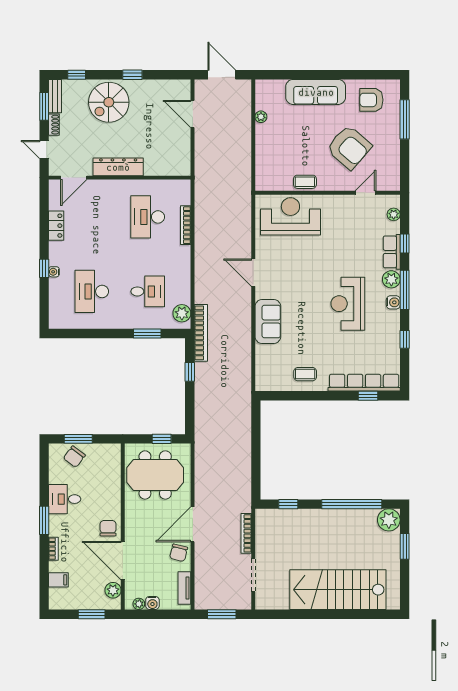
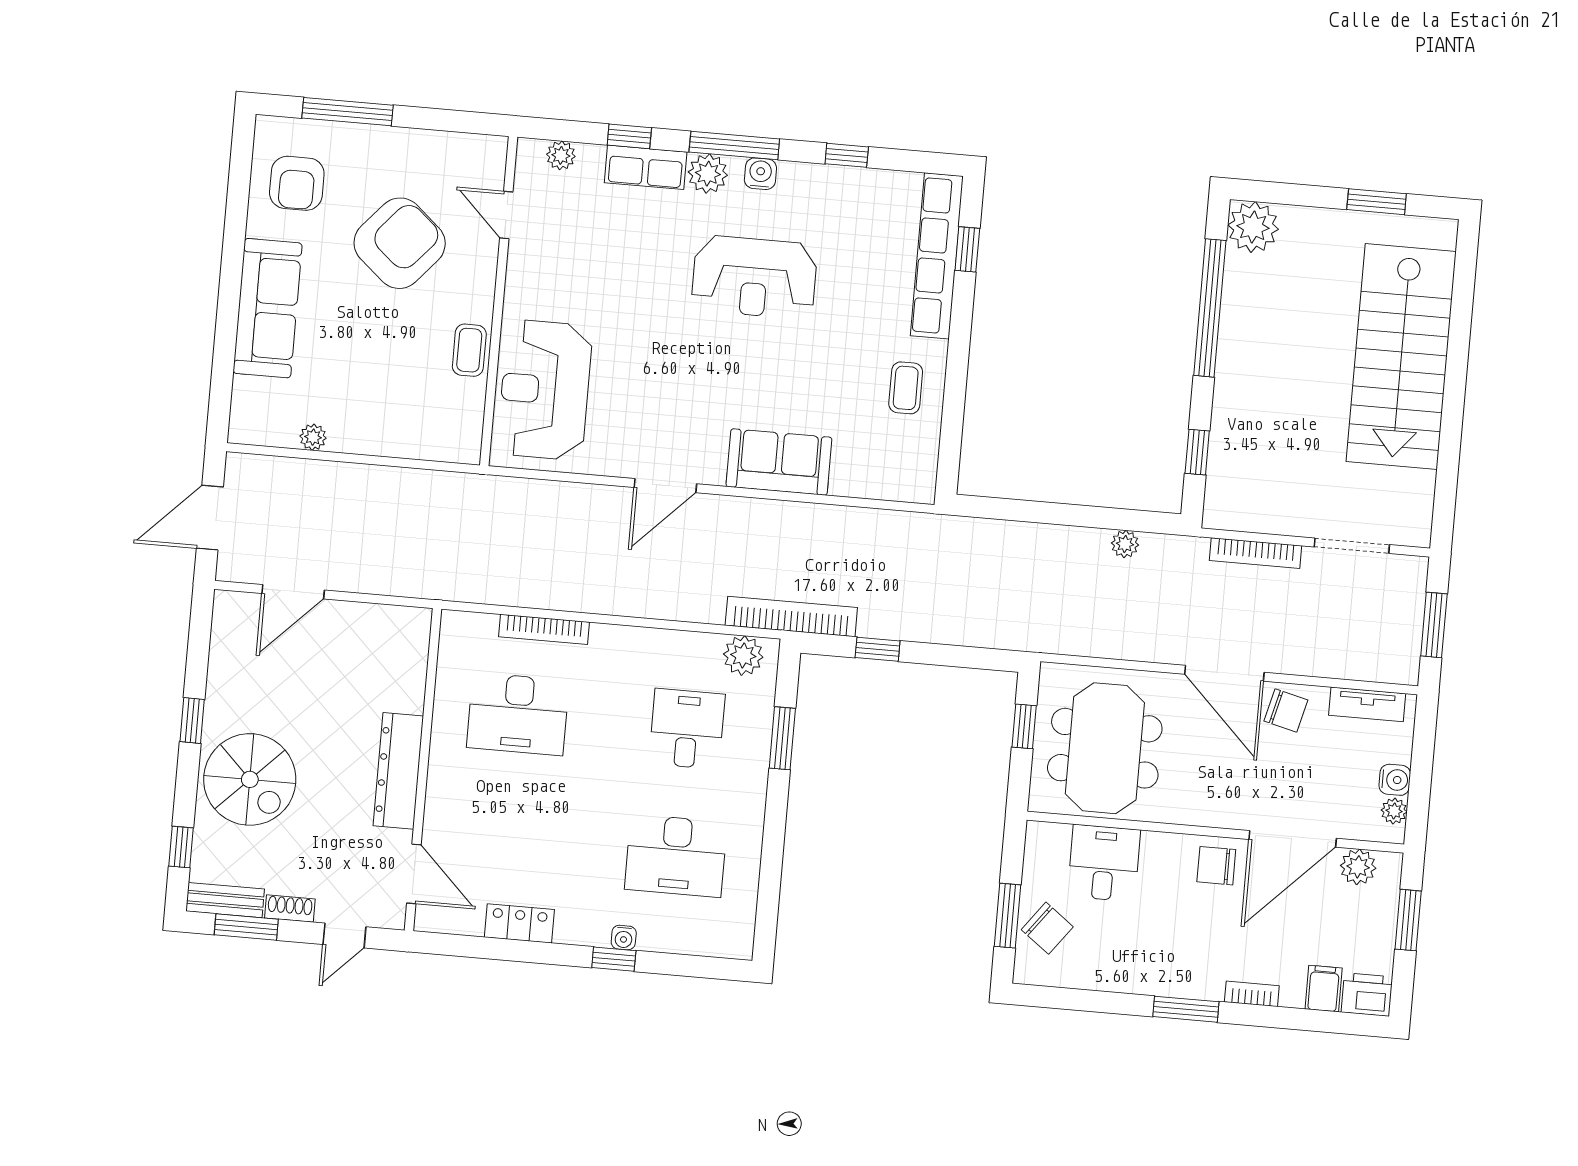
plant: (245, 476) -> (1125, 544), added
desk: (65, 499) -> (1104, 863), moved, turned 180
window: (405, 546) -> (1377, 202), moved
printer: (57, 599) -> (1367, 995), added

